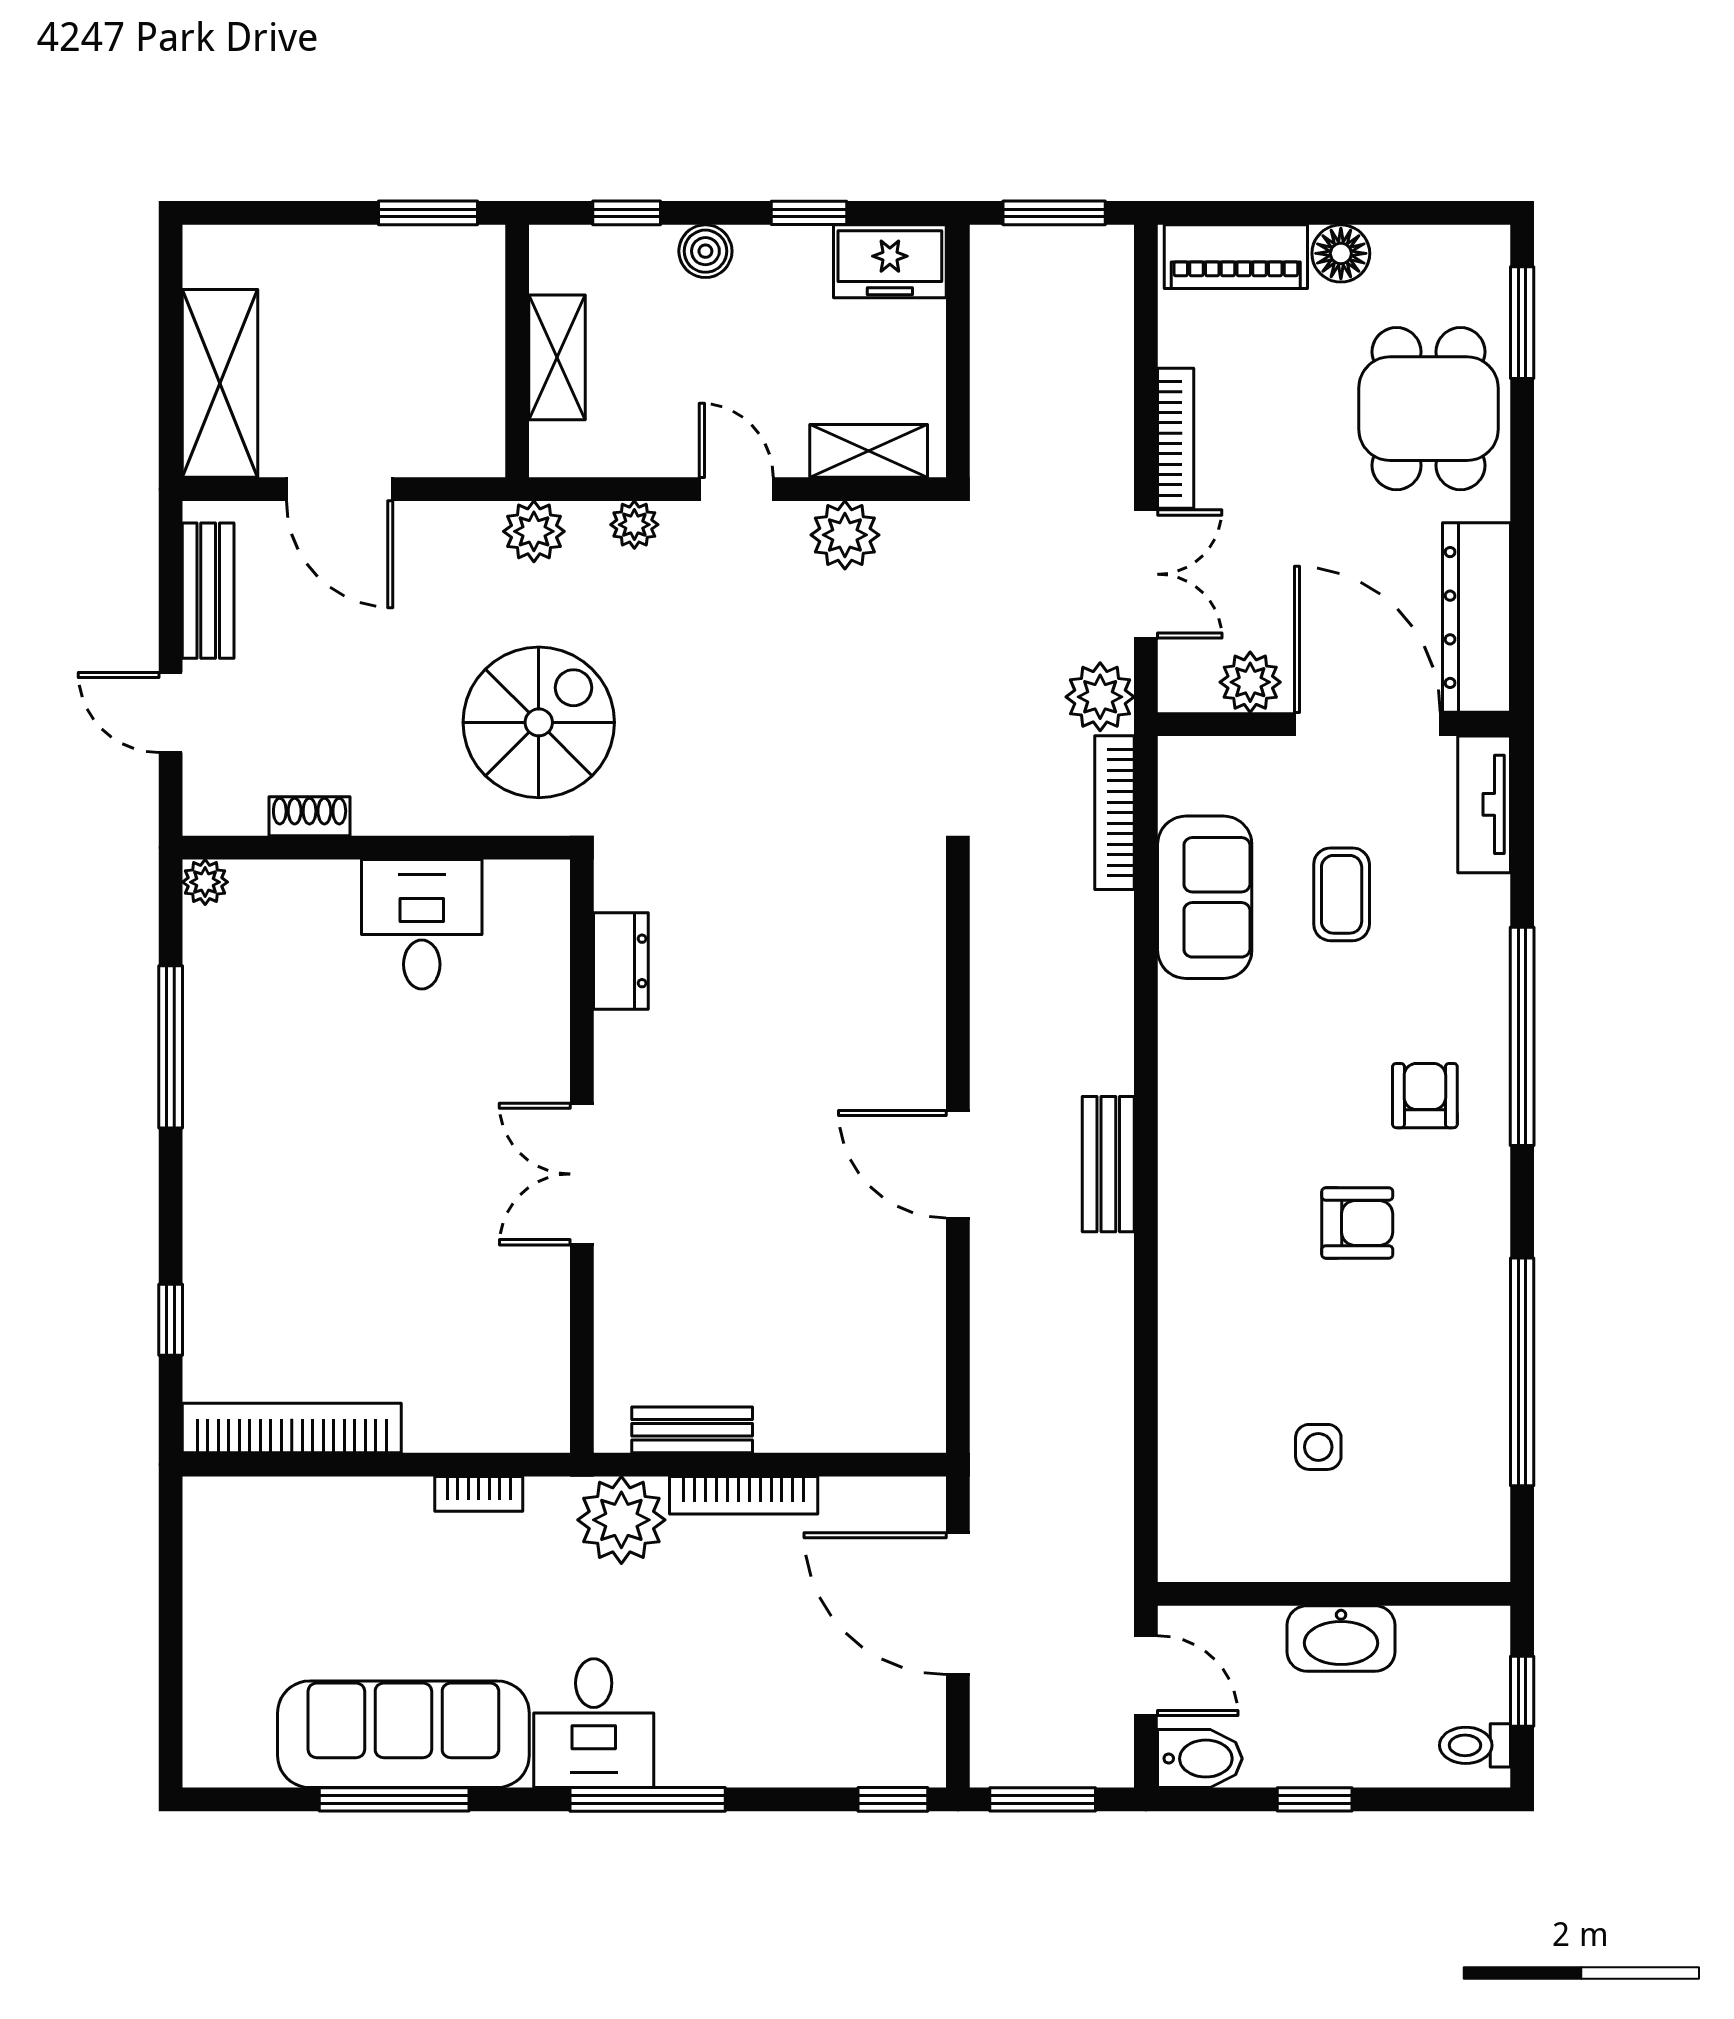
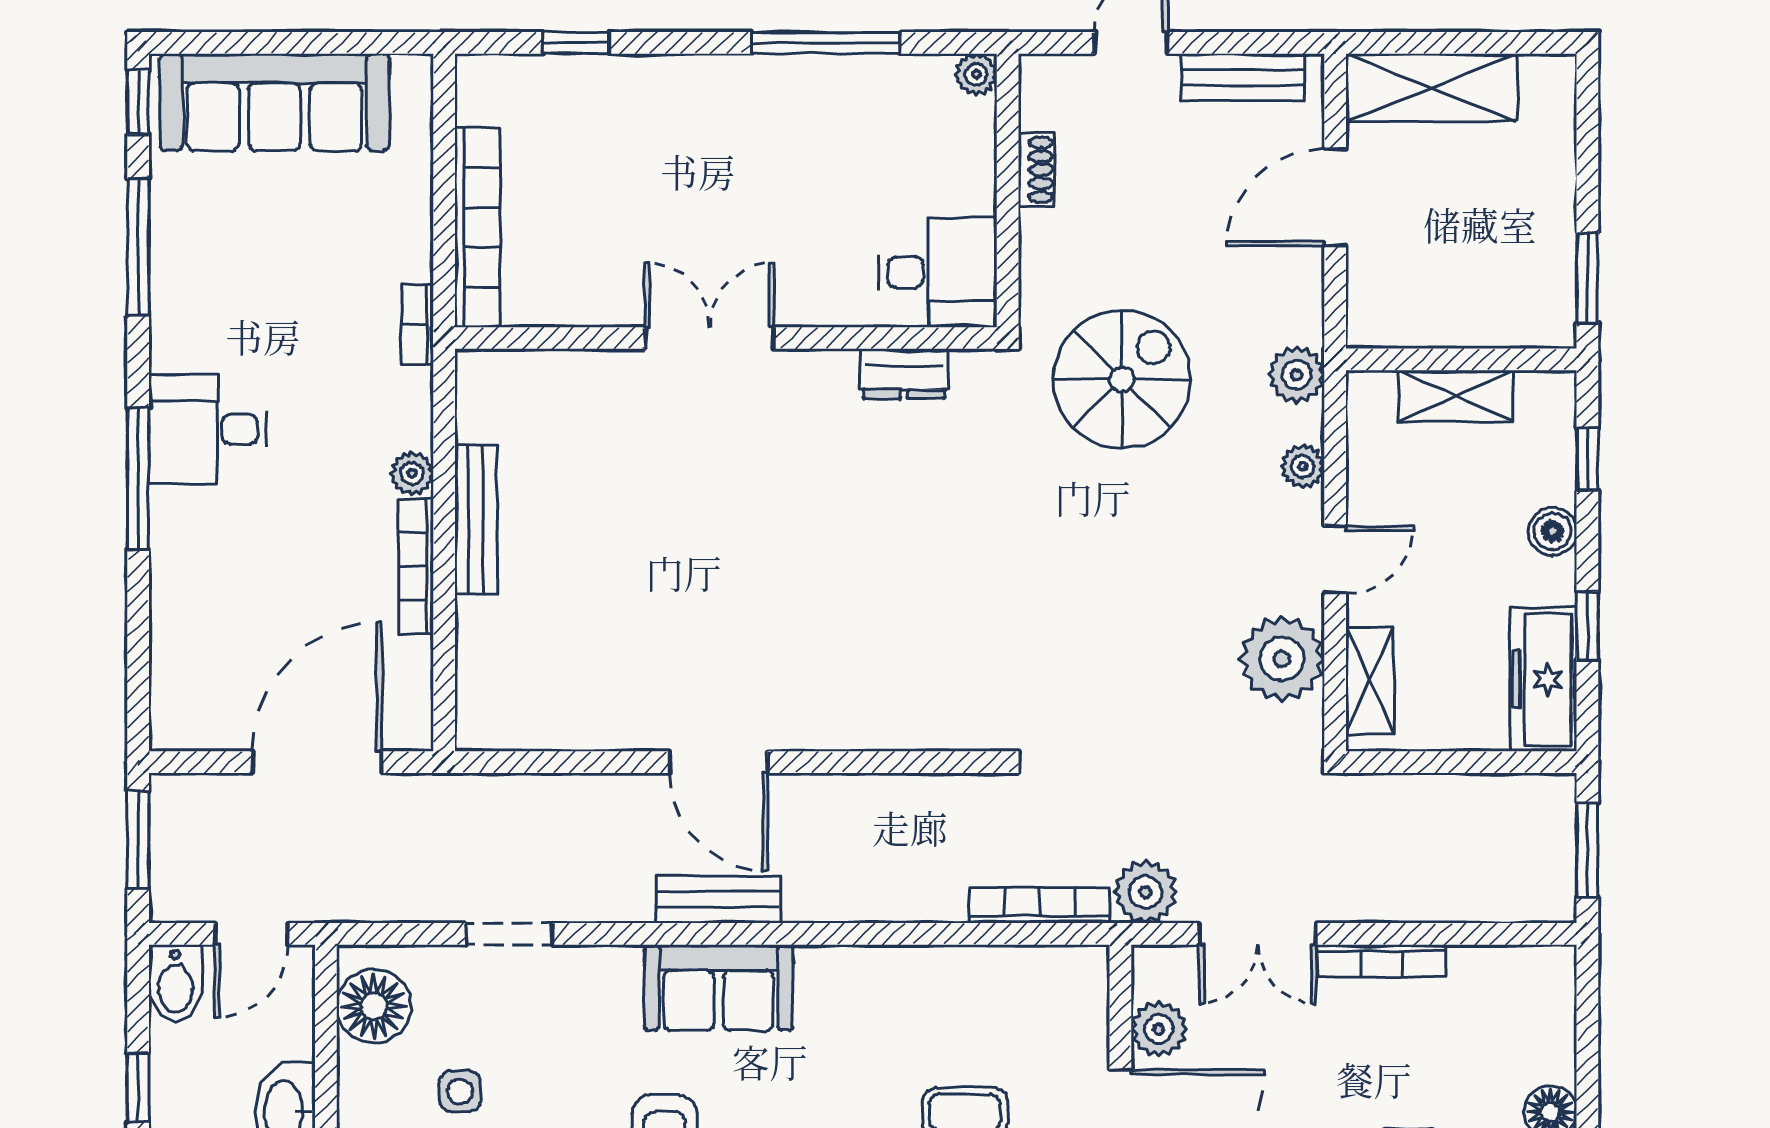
piano: (1236, 257) -> (1547, 1016), removed
freezer: (890, 261) -> (1543, 679), width x1.40
plant: (845, 535) -> (1282, 659), width x1.36, depth x1.36
spiral stairs: (539, 722) -> (1122, 379), turned -90
sofa: (1205, 897) -> (719, 988), moved
dresser: (621, 961) -> (904, 374), moved
wall: (582, 1156) -> (726, 338), moved
door: (958, 1164) -> (718, 762), swing flipped
double door: (582, 1174) -> (709, 338), moved
doorway: (1146, 1393) -> (509, 934), added
bookcase: (292, 1428) -> (477, 227), moved
bench: (692, 1430) -> (476, 519), width x1.36
plant: (621, 1520) -> (412, 473), width x0.53, depth x0.53
floor lamp: (1225, 1542) -> (374, 1006), added
sofa: (403, 1734) -> (275, 102), moved, turned 90
window: (893, 1799) -> (138, 102), moved

